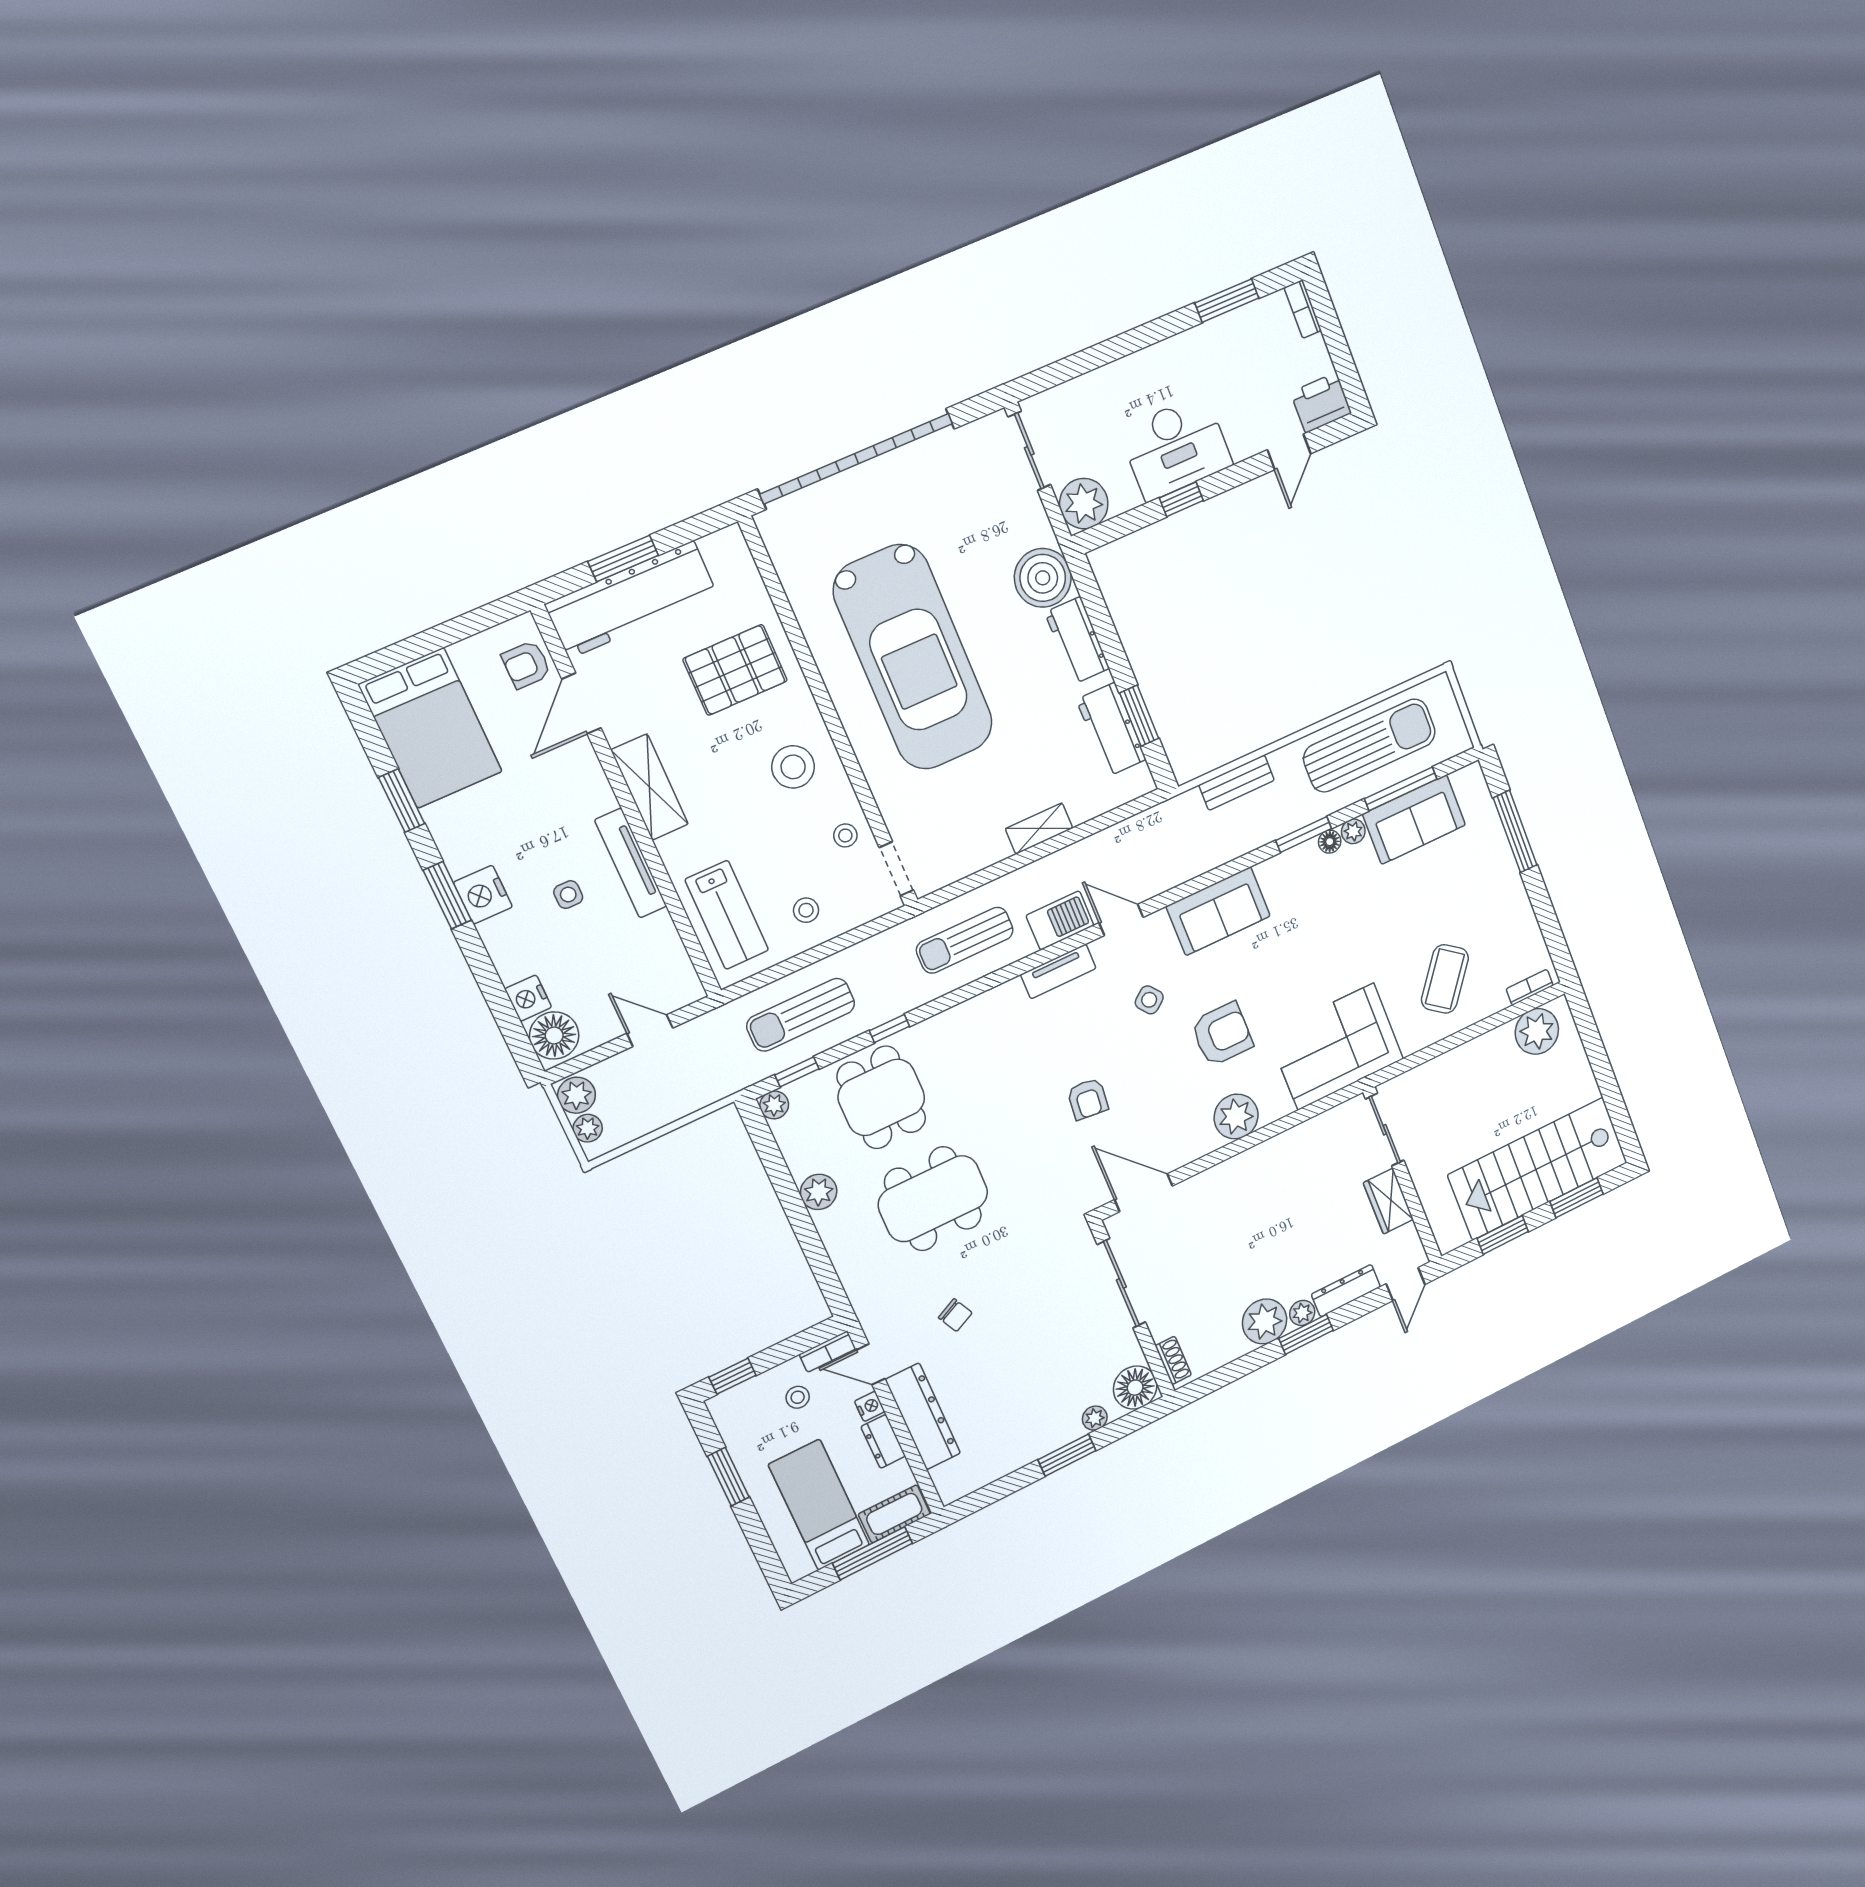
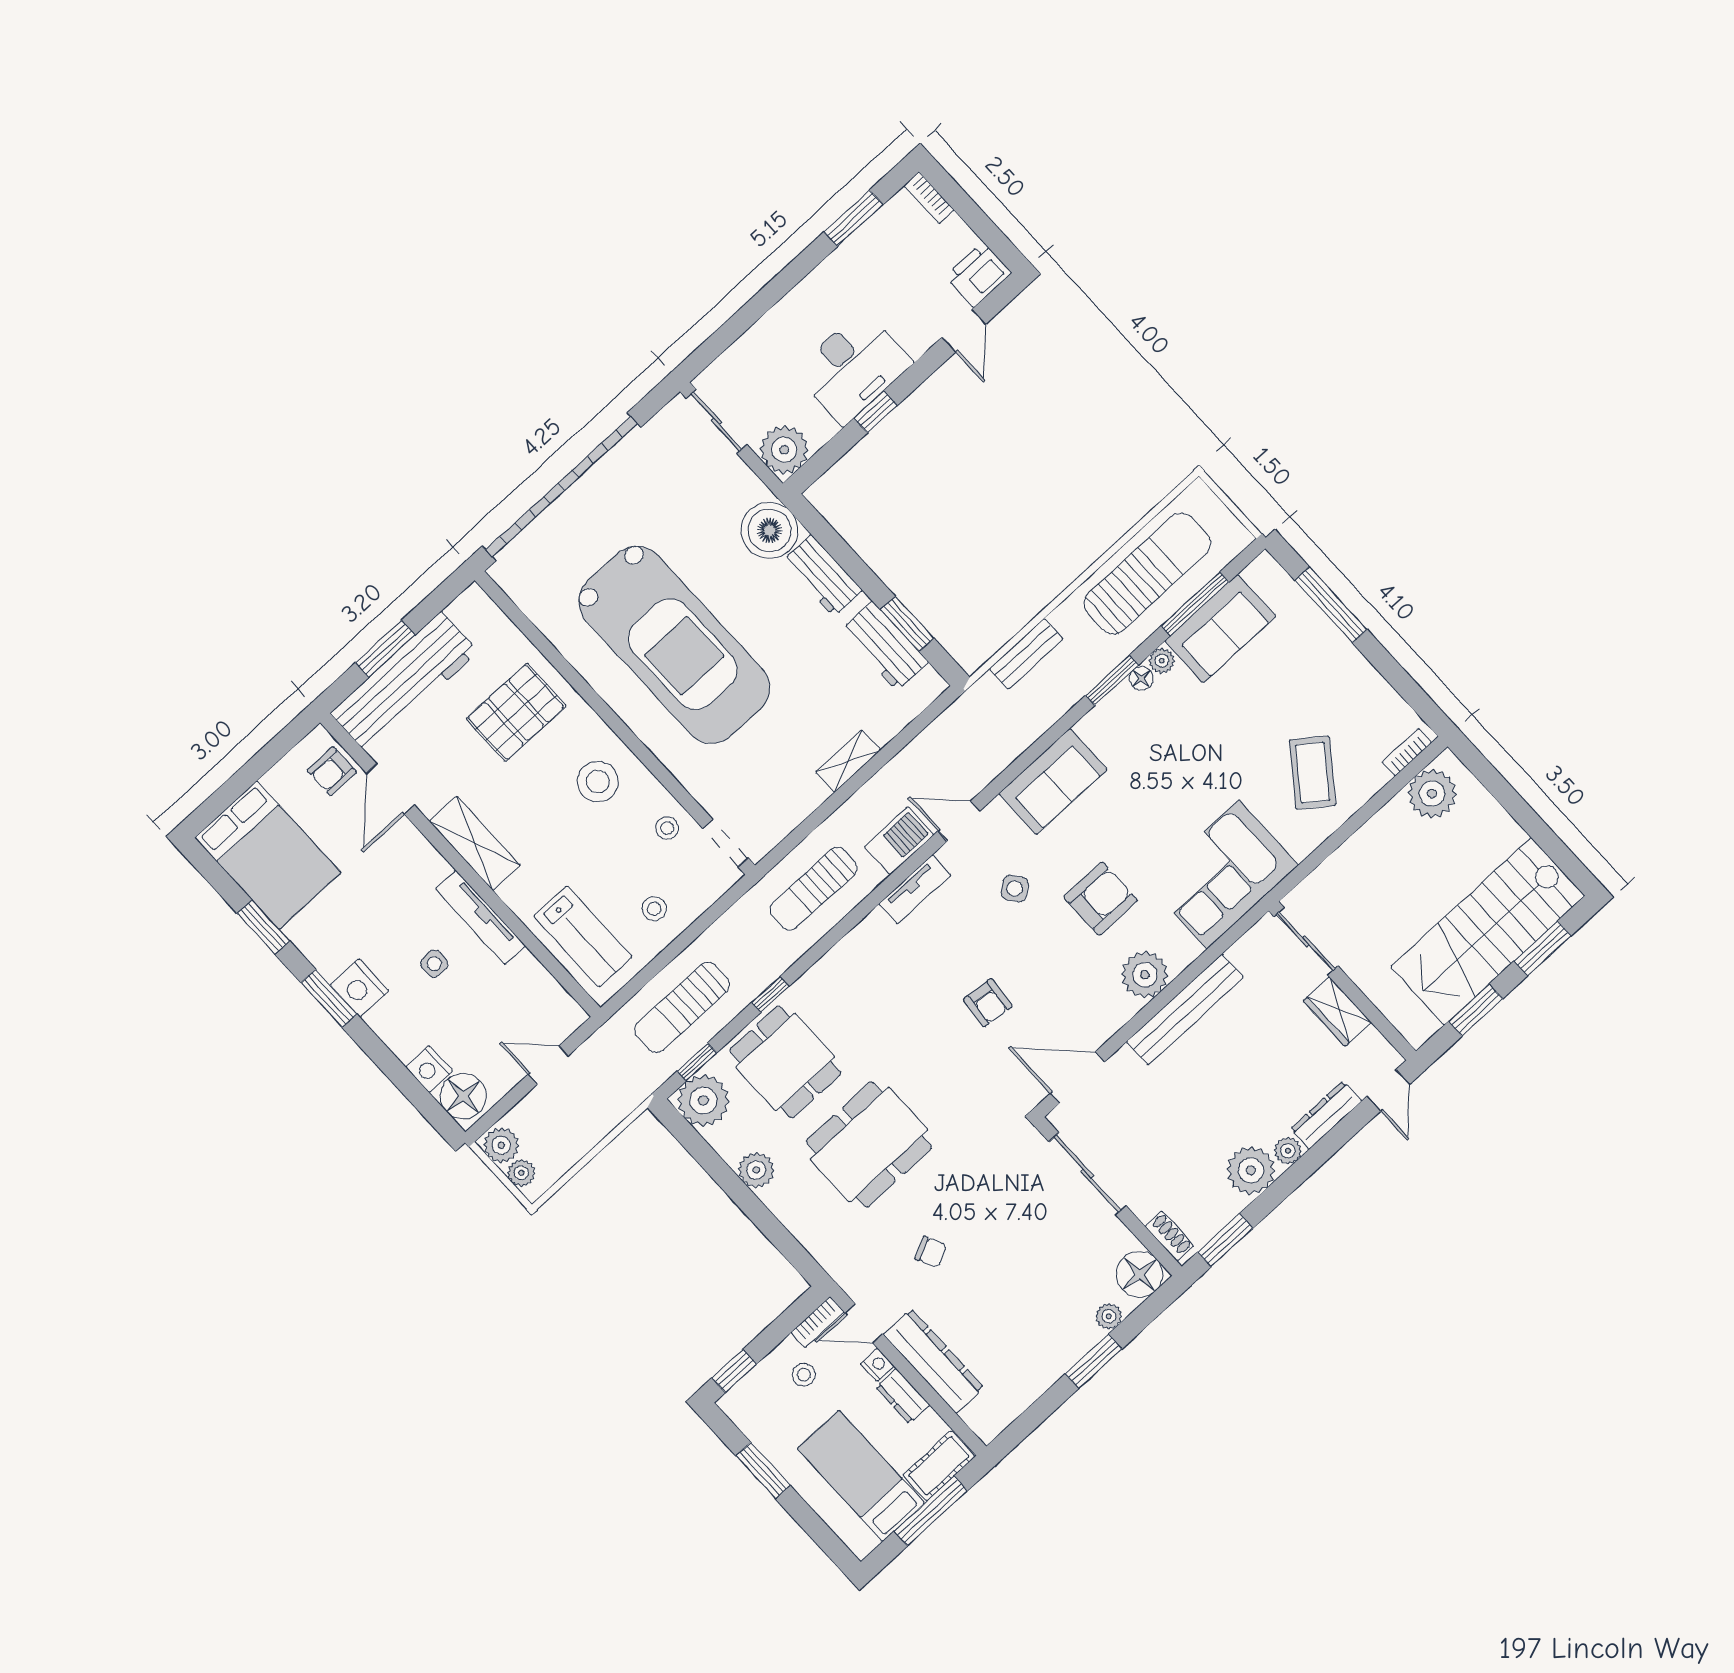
plant: (774, 1105) -> (703, 1100), width x1.87, depth x1.87
bench: (1260, 1159) -> (1185, 1010), added
window: (1306, 1334) -> (1225, 1240), moved

